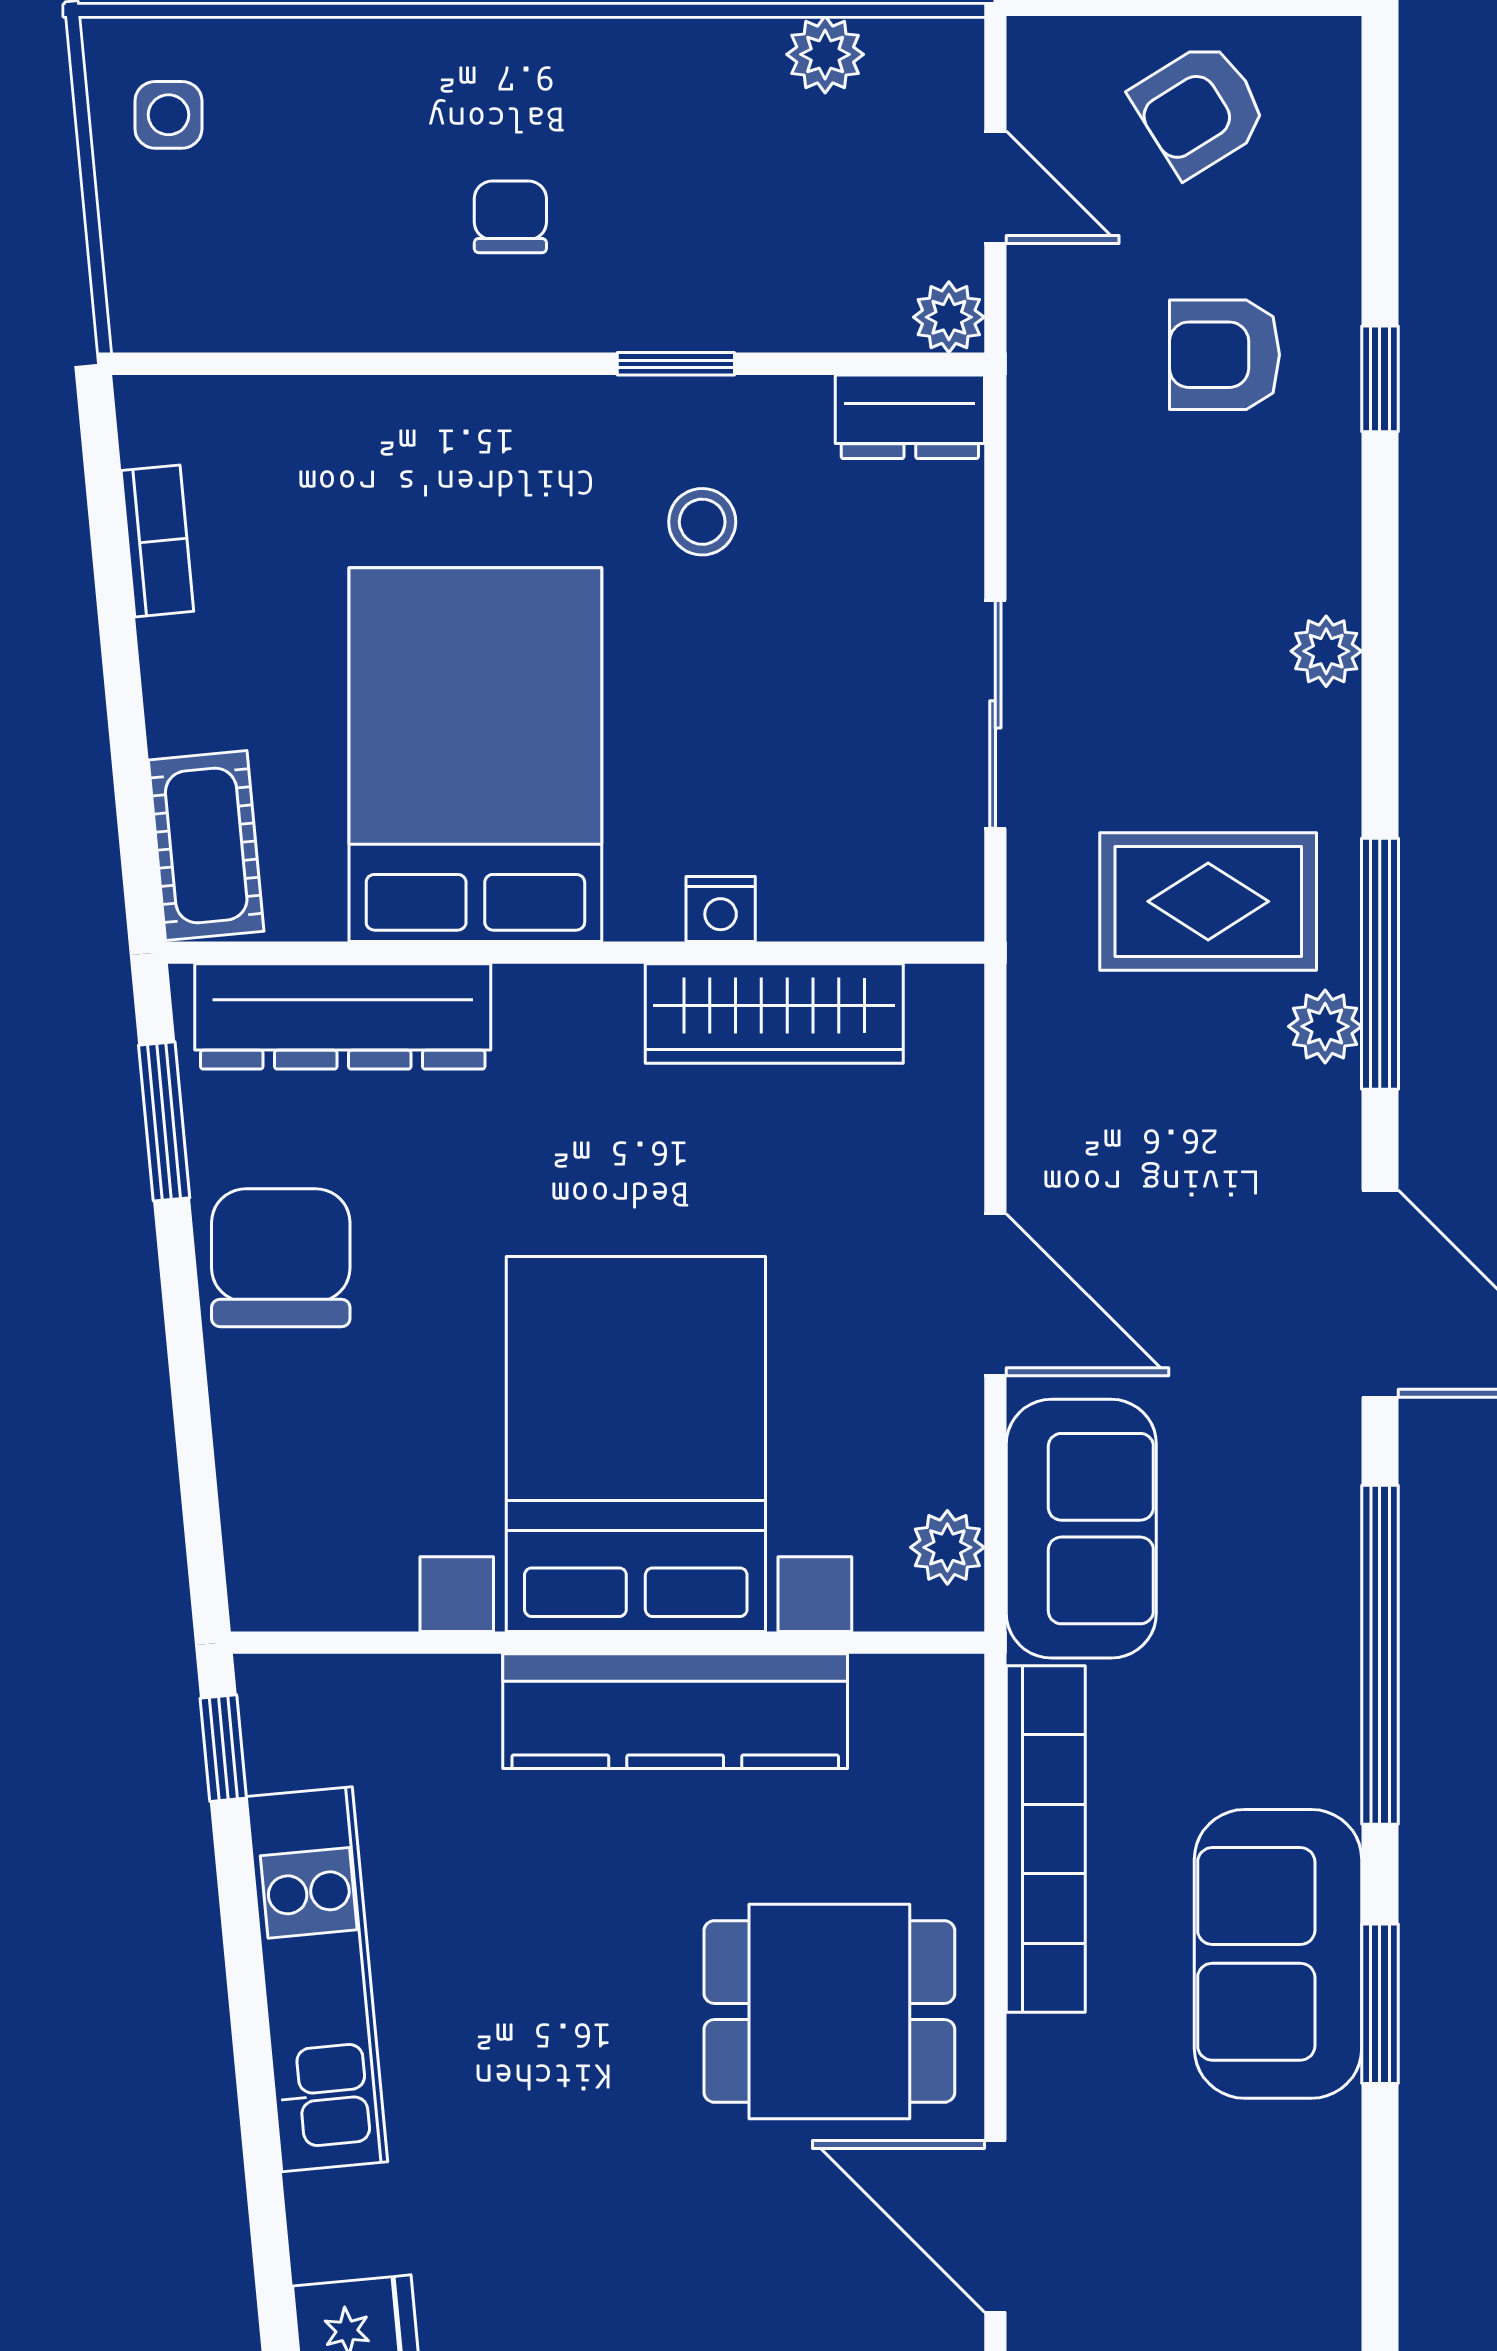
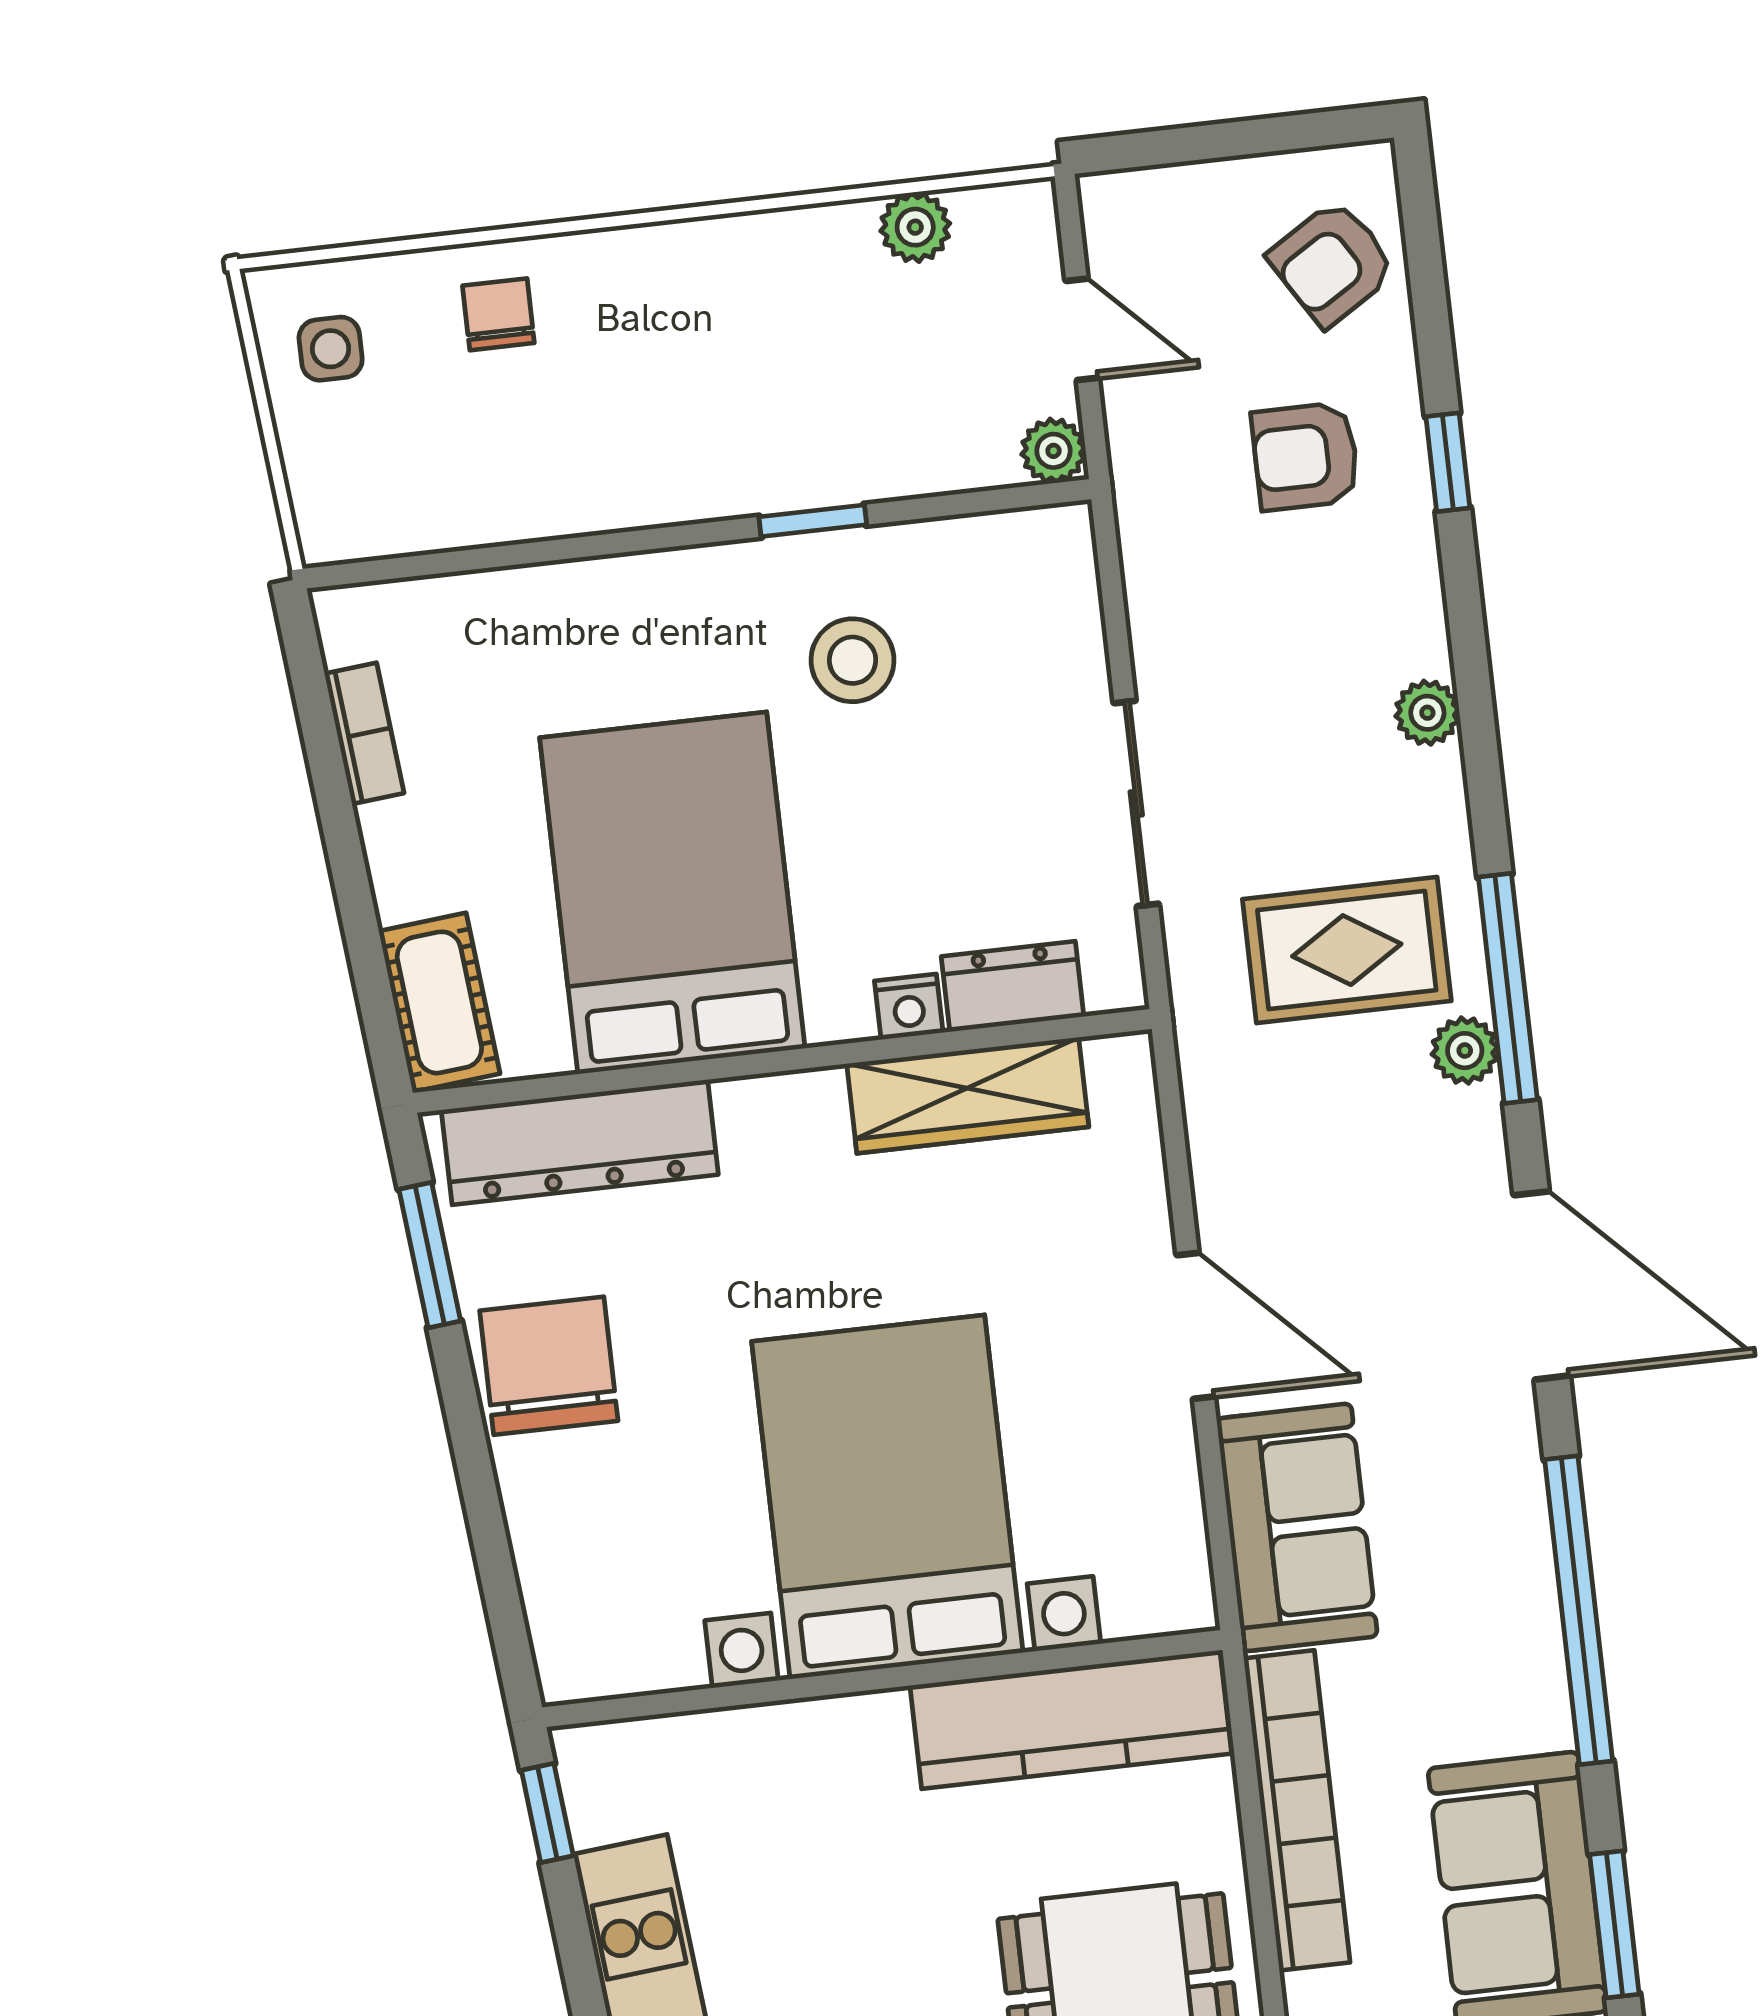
armchair: (1200, 109) -> (1332, 263), moved
chair: (510, 217) -> (498, 314), moved
dresser: (910, 417) -> (1013, 986), moved, turned 180
stool: (702, 522) -> (853, 660), width x1.37, depth x1.37
plant: (947, 1547) -> (1178, 1558), removed
kitchen counter: (675, 1711) -> (1071, 1720), moved

